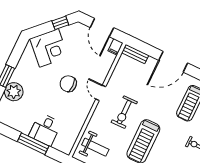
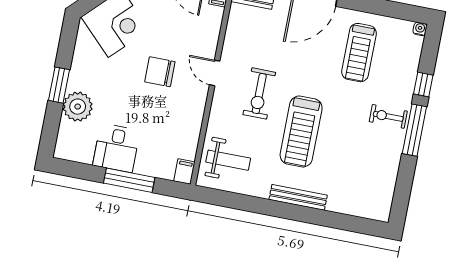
desk: (45, 129) -> (116, 148), moved
filing cabinet: (67, 147) -> (184, 172), added

